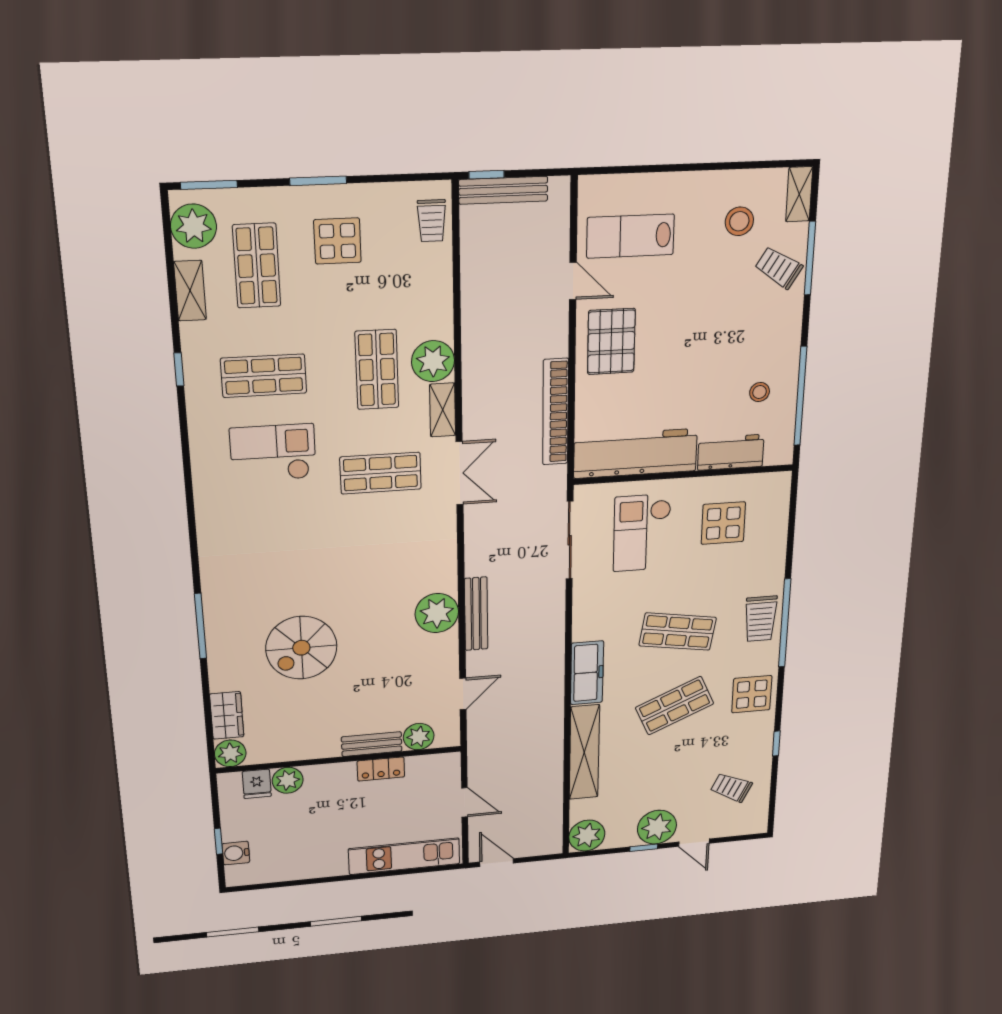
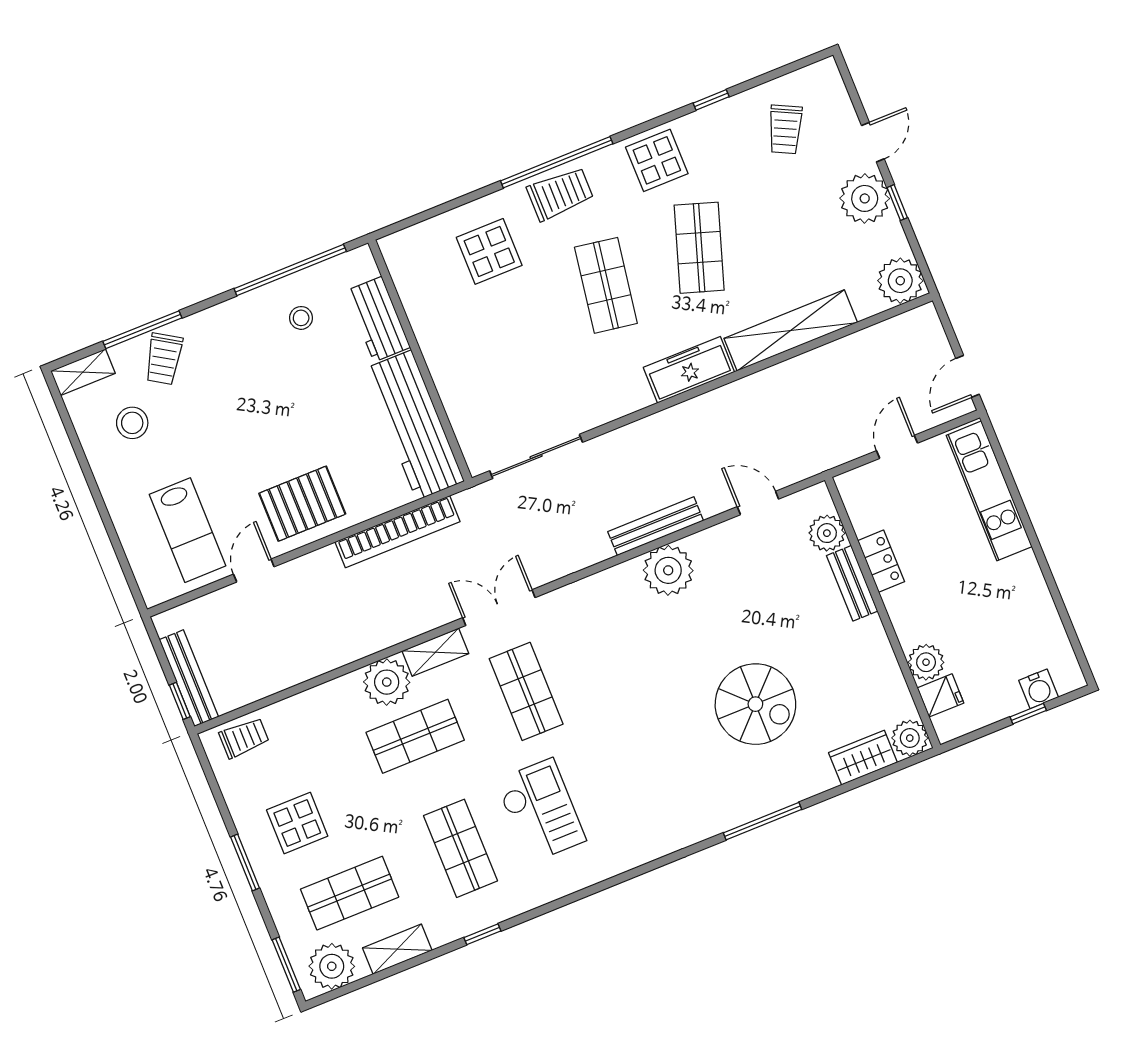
checkout: (273, 453) -> (541, 811), turned 180
display table: (723, 523) -> (489, 251), moved
checkout: (642, 533) -> (502, 379), removed
shop shelf: (675, 706) -> (699, 248), turned 42

